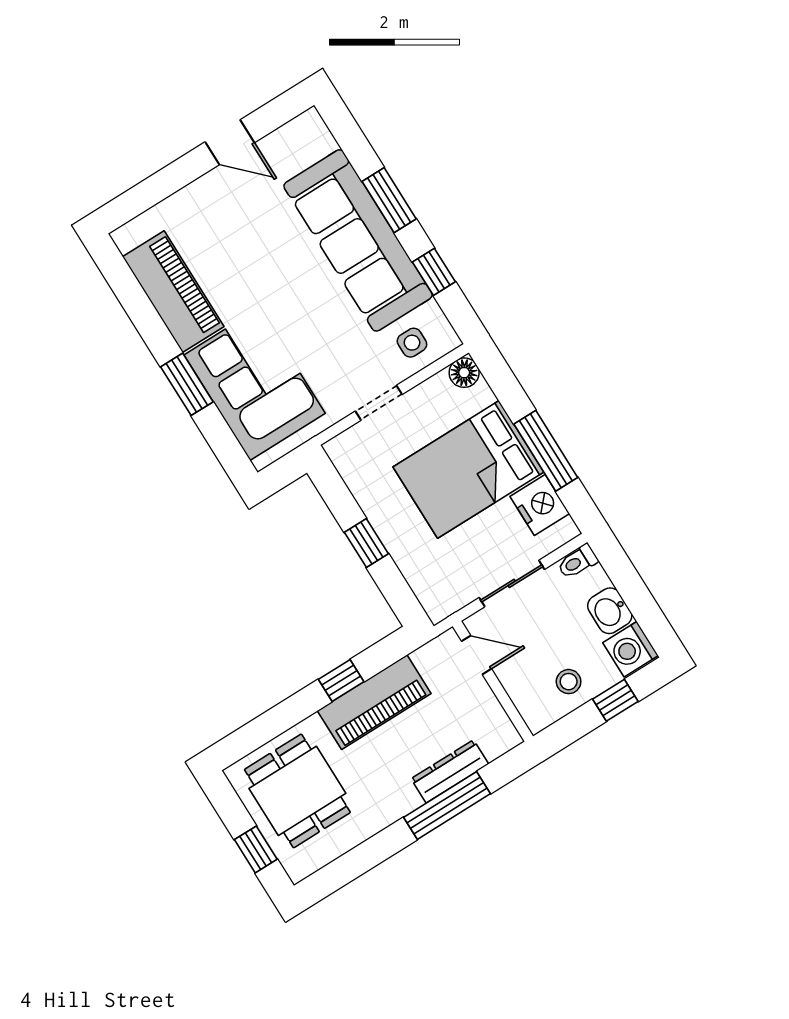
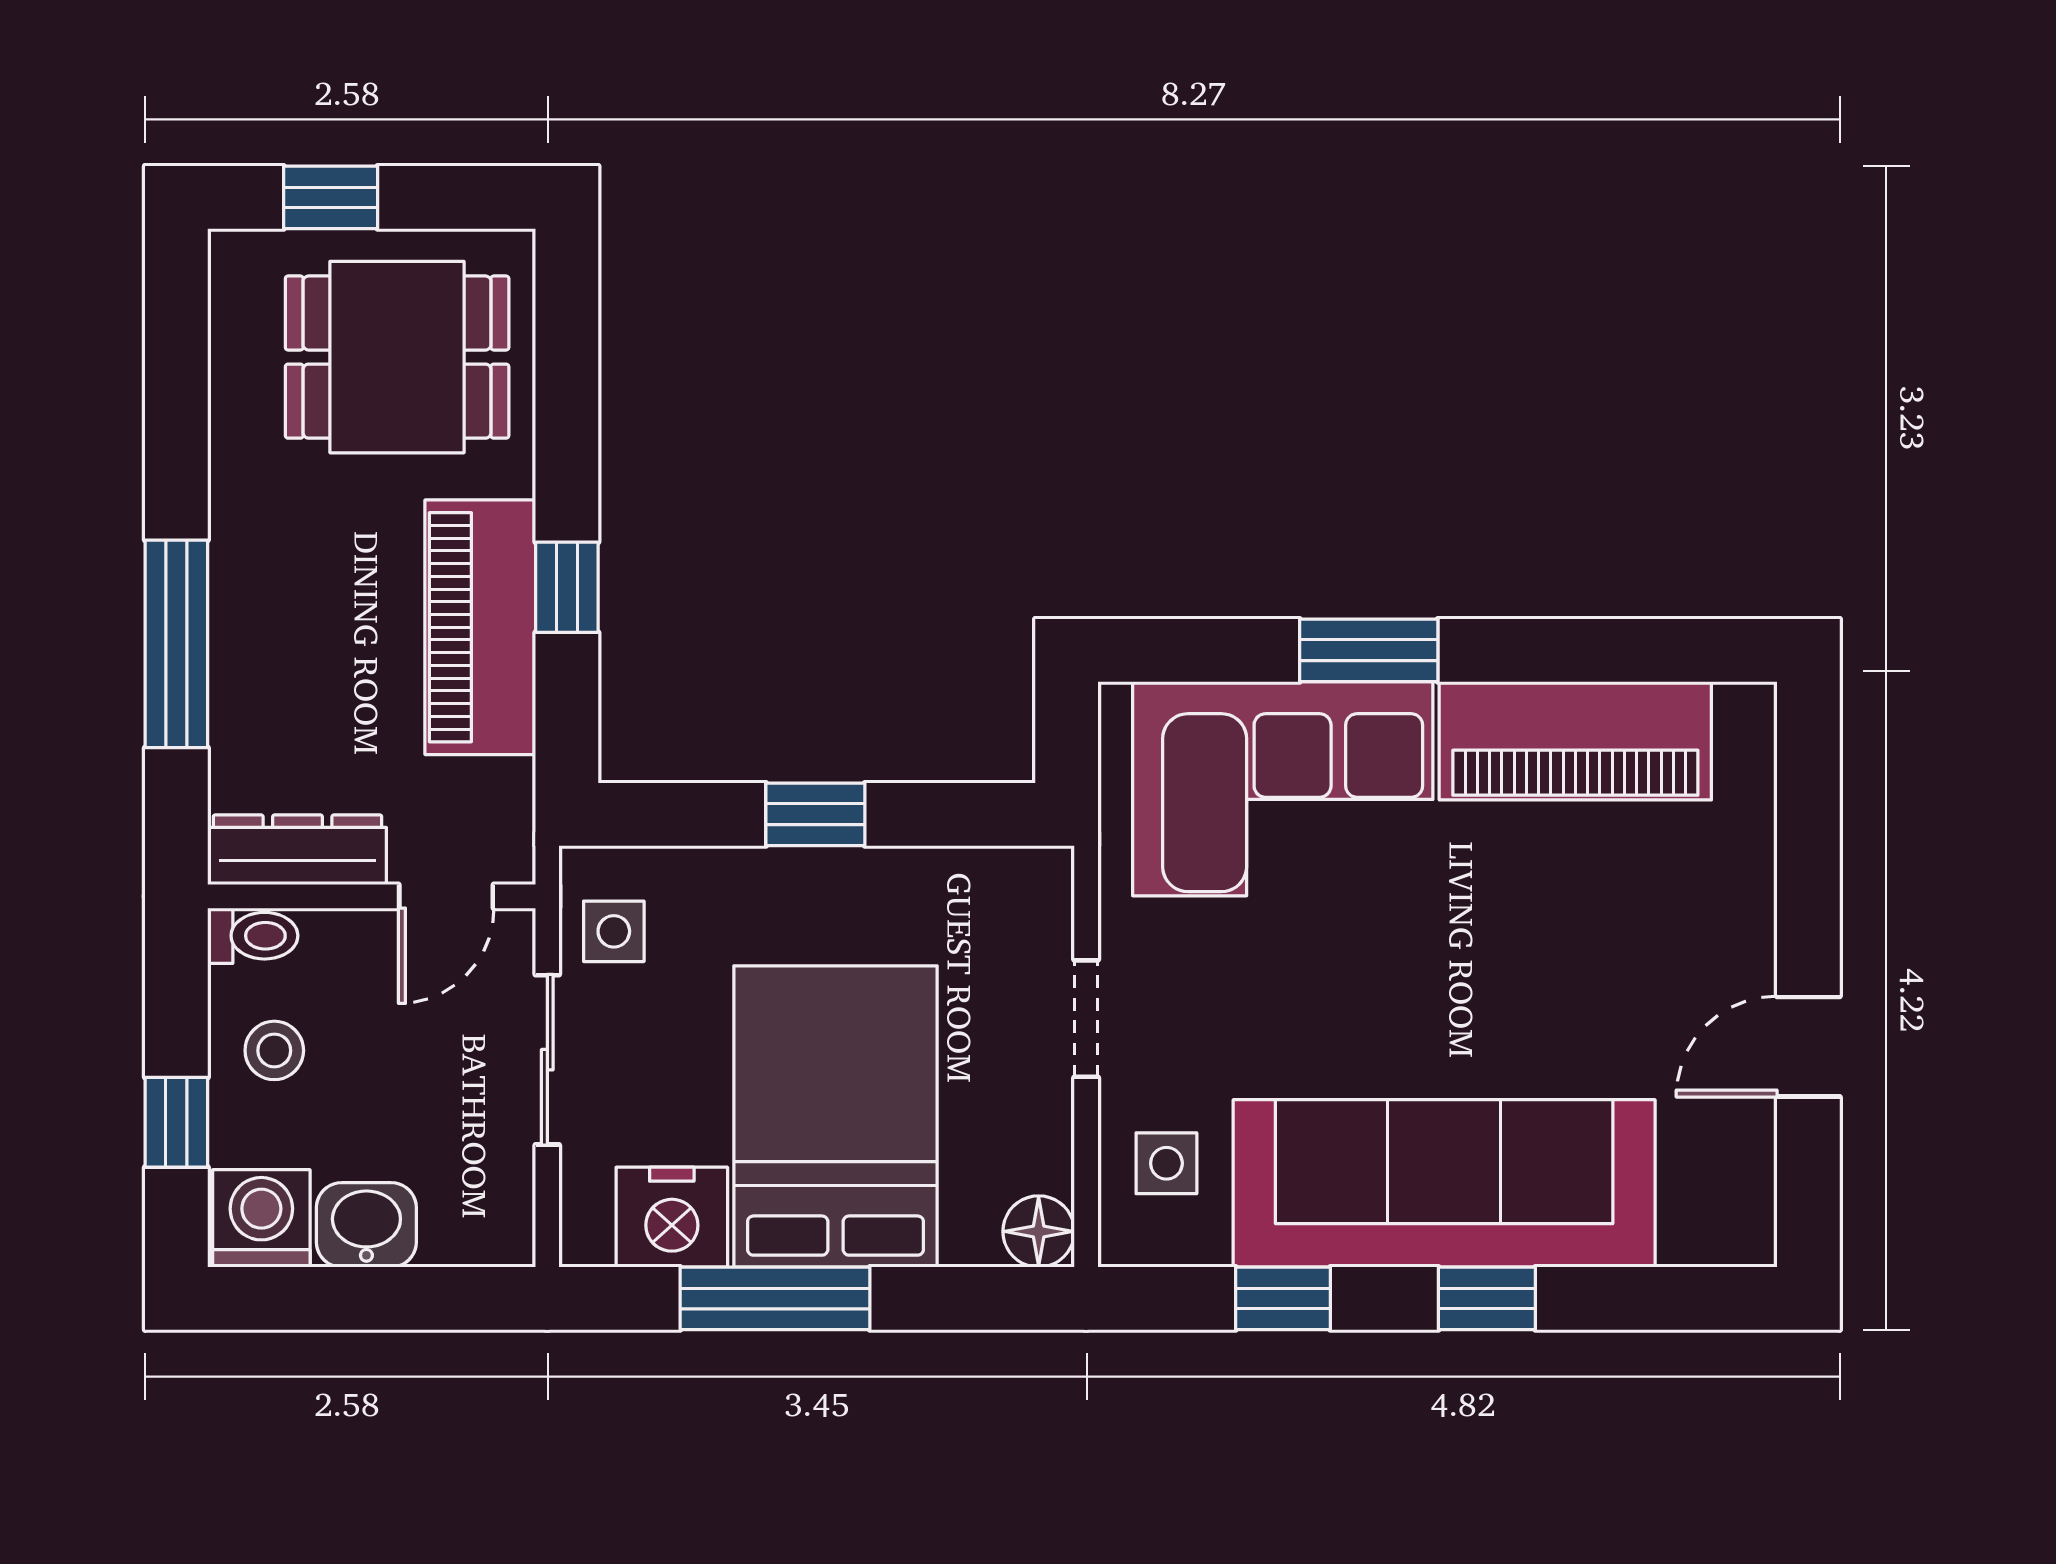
window: (389, 200) -> (1487, 1298), width x0.67
toilet: (578, 562) -> (253, 936), moved, turned 90
side table: (452, 588) -> (614, 931), added
dresser: (450, 771) -> (298, 850), moved, turned -90

